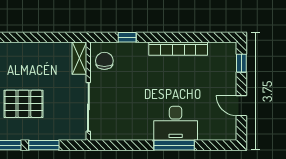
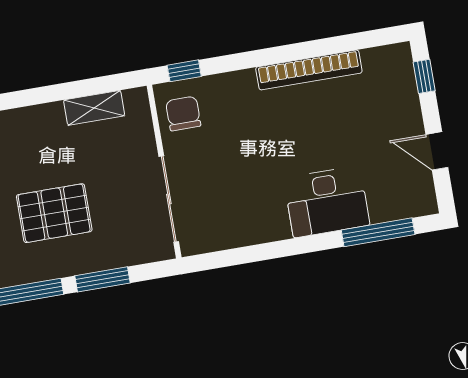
window: (127, 37) -> (184, 71), moved
shelving: (79, 58) -> (94, 108), moved, turned 90
window: (174, 145) -> (378, 232), moved

